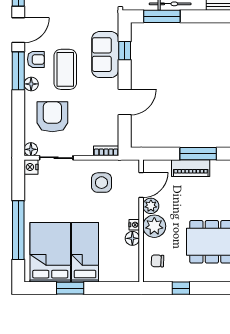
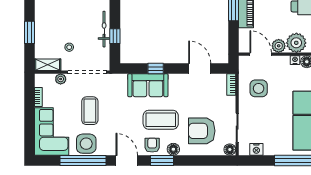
window: (162, 16) -> (115, 36), width x0.46
window: (125, 51) -> (156, 68), moved
window: (18, 71) -> (162, 160), width x0.69
door: (125, 102) -> (200, 68), moved
nightstand: (31, 167) -> (256, 149), moved

